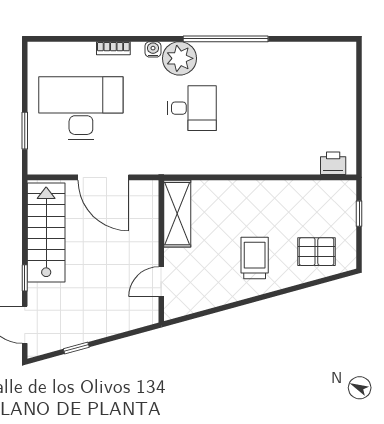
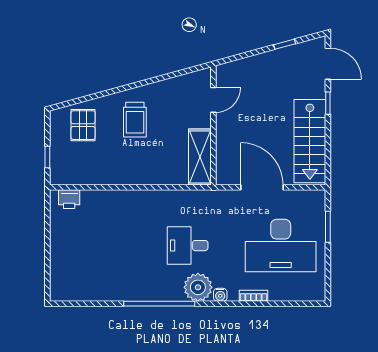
pallet: (316, 252) -> (83, 125), turned 90

